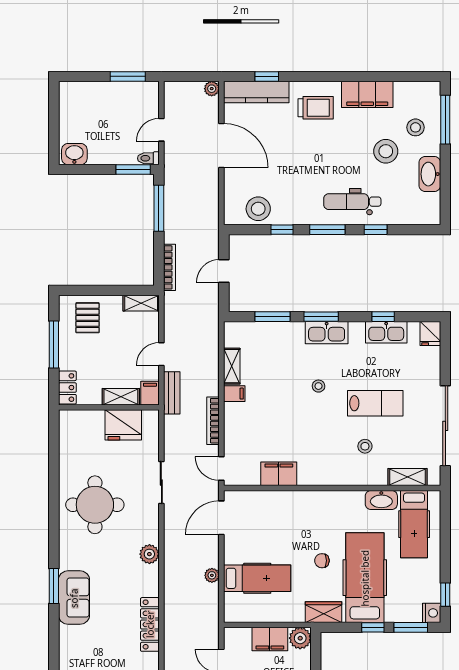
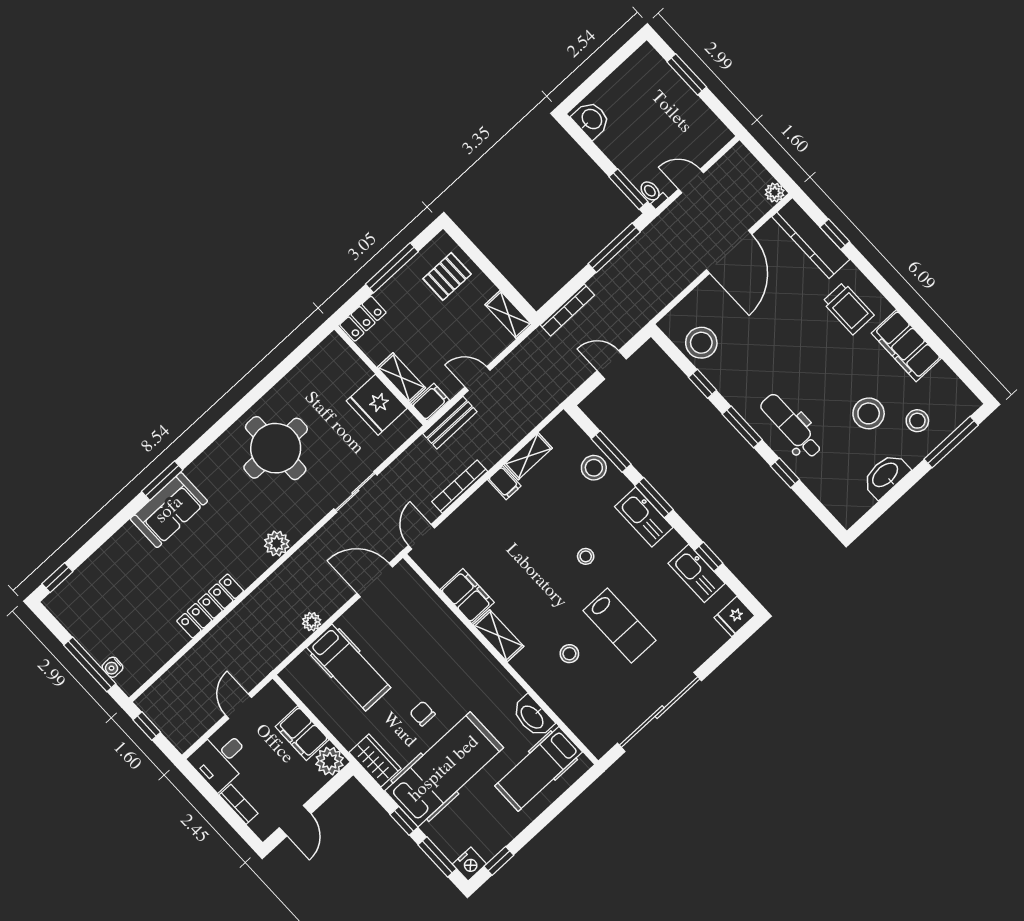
window: (128, 76) -> (687, 74), moved
stool: (273, 335) -> (594, 468), added
shelving: (408, 477) -> (498, 636), moved

